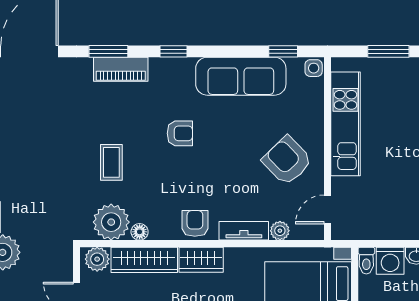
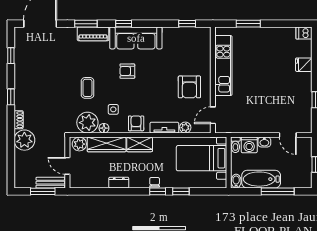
side table: (314, 68) -> (113, 109), moved
sofa: (241, 76) -> (136, 38), moved
armchair: (180, 133) -> (127, 71), turned 180
armchair: (287, 161) -> (189, 87), turned -136

